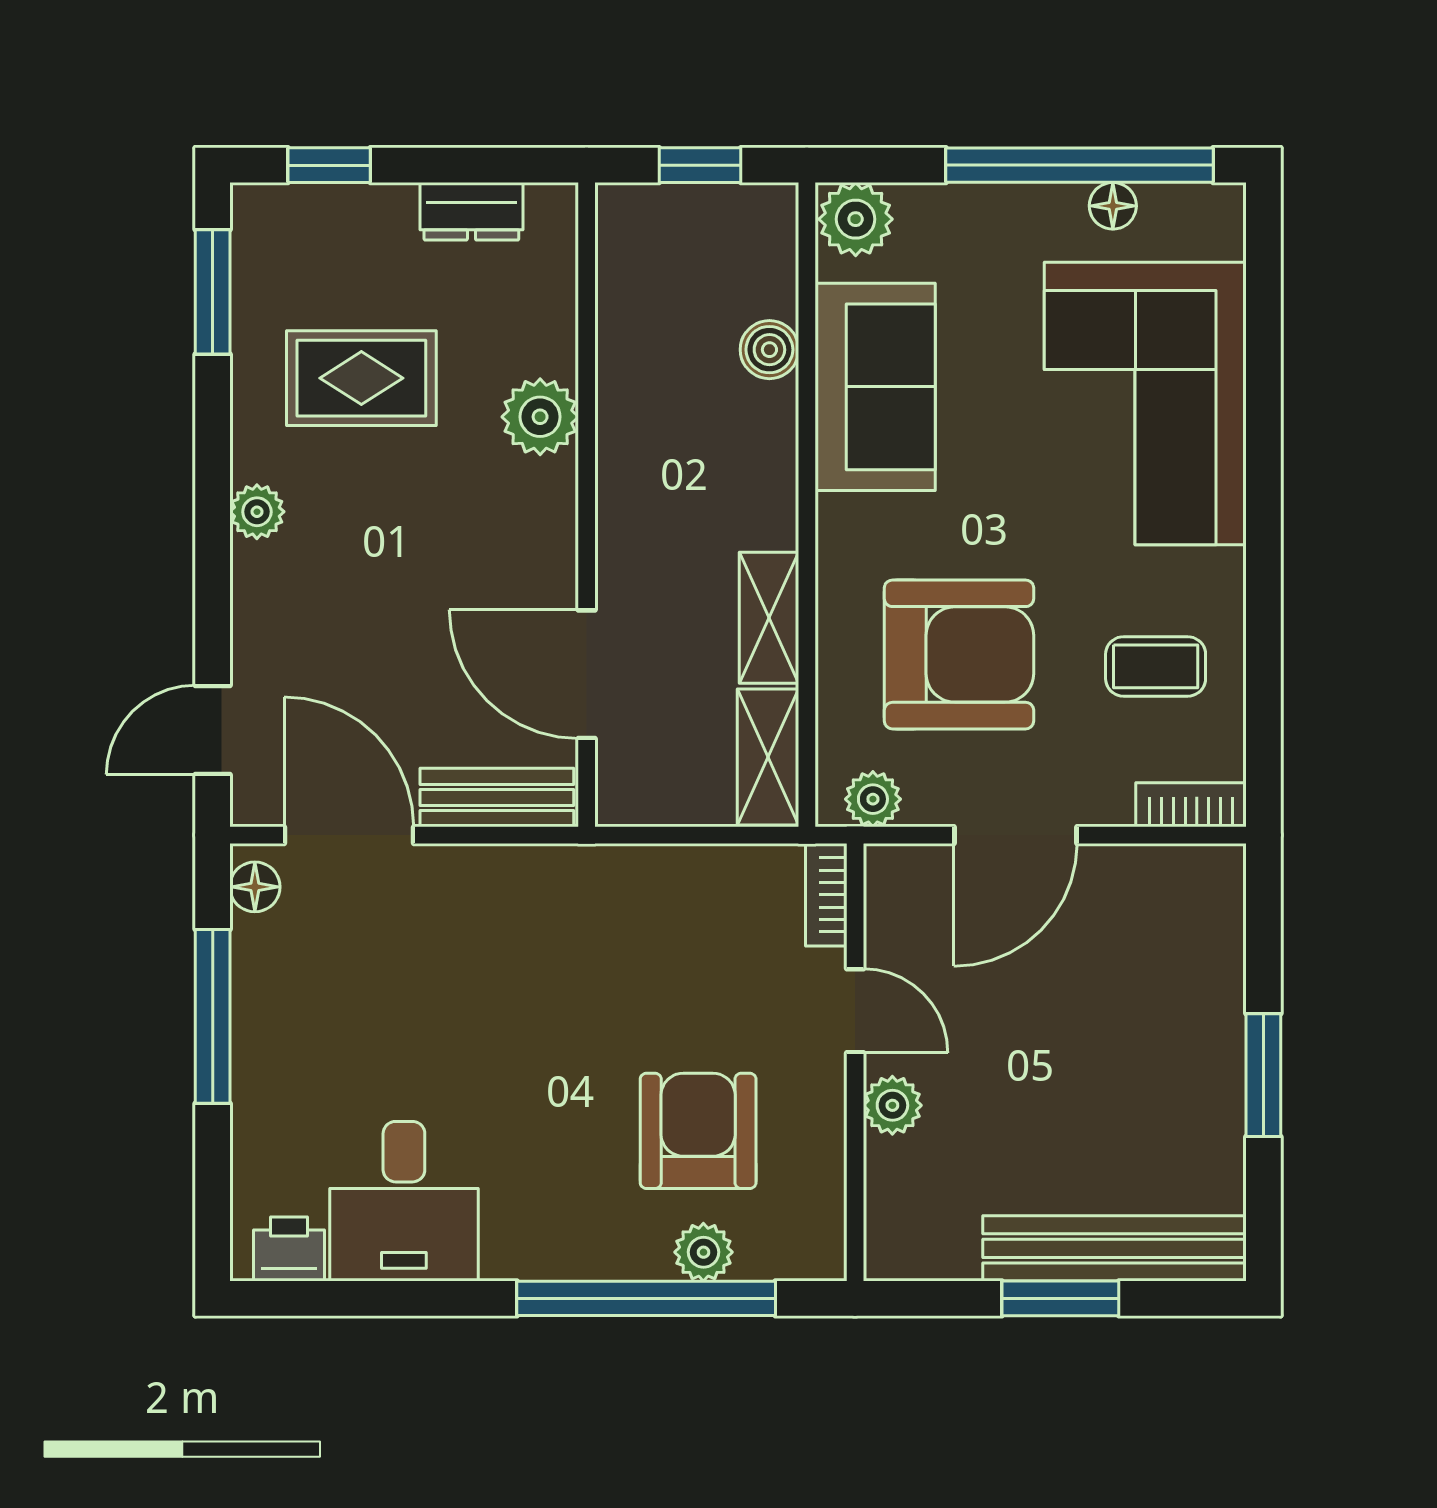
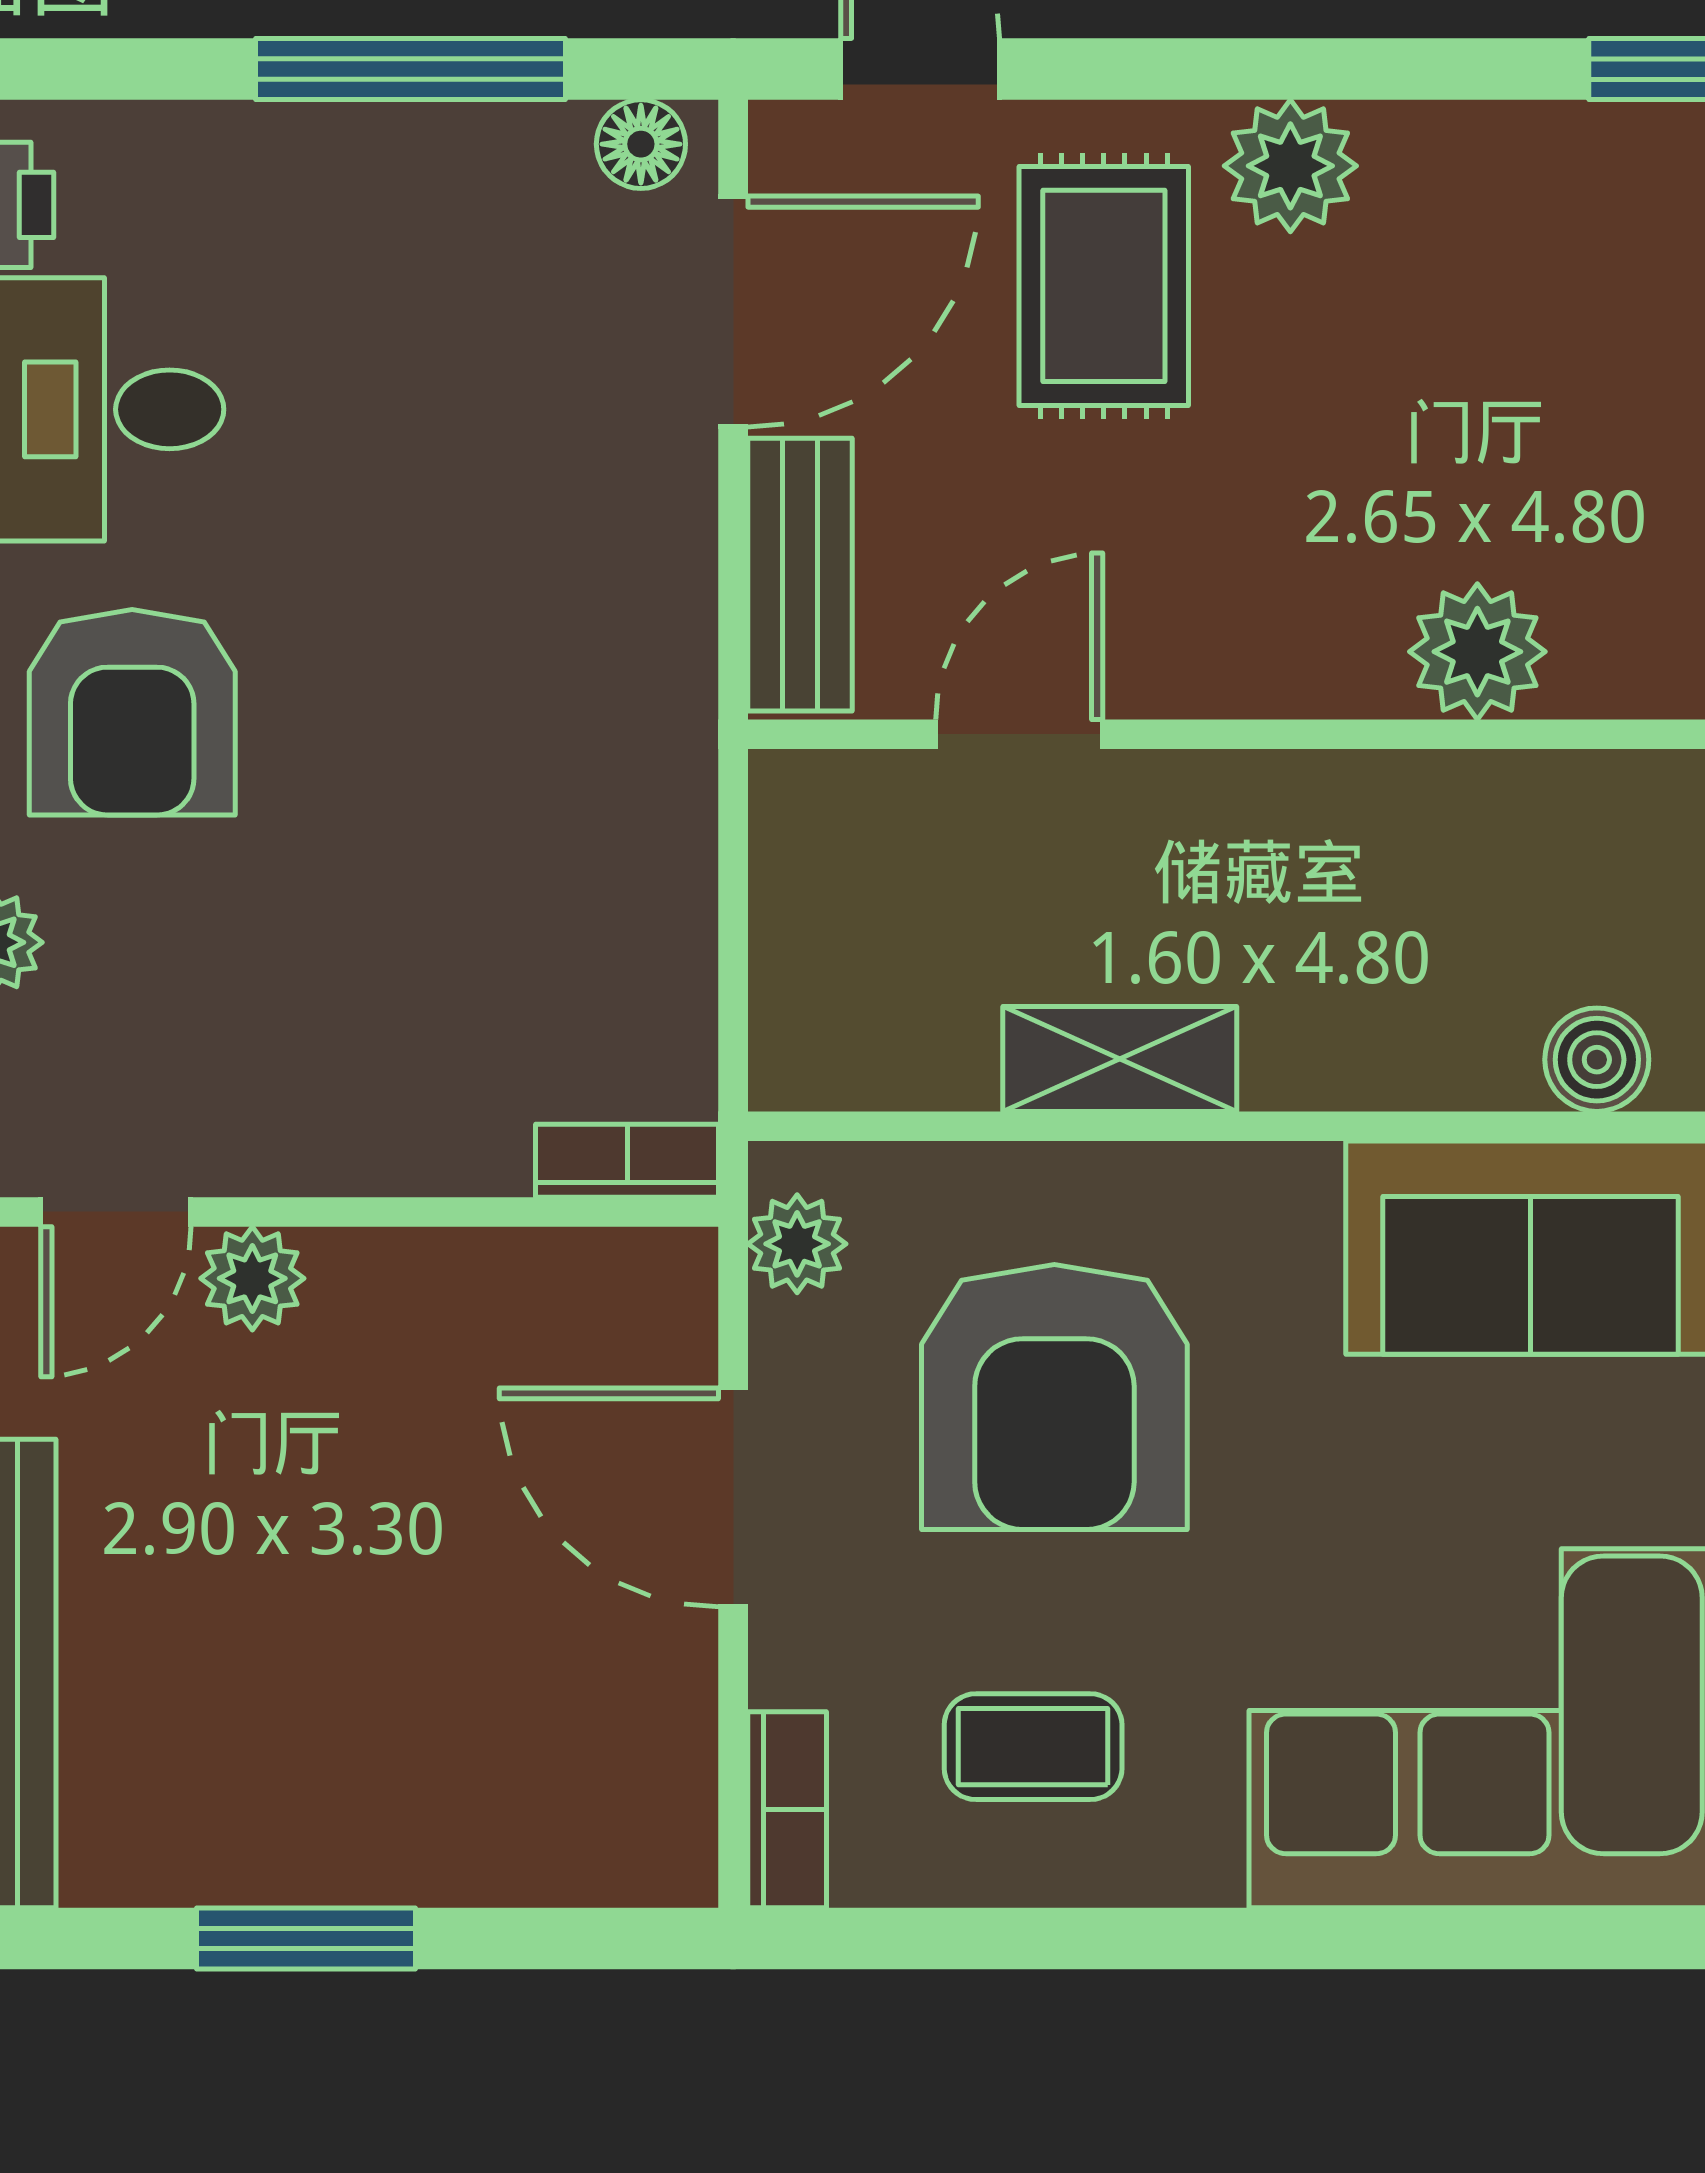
rug: (361, 378) -> (1104, 286), moved
plant: (257, 512) -> (1290, 166), width x1.38, depth x1.38
coffee table: (1156, 666) -> (1033, 1747), turned 90
door: (587, 674) -> (1019, 734), width x0.73
shelving: (768, 757) -> (872, 1057), removed
door: (855, 1011) -> (116, 1212), moved
armchair: (698, 1131) -> (132, 712), moved, turned 90

